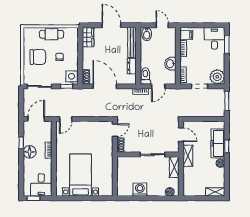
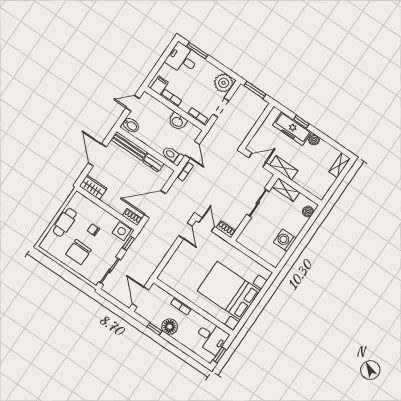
door: (111, 25) -> (97, 155), hinge flipped
chair: (38, 57) -> (78, 252), turned 180
door: (66, 119) -> (185, 231), moved
bed with nightstands: (81, 175) -> (229, 291), width x1.36

